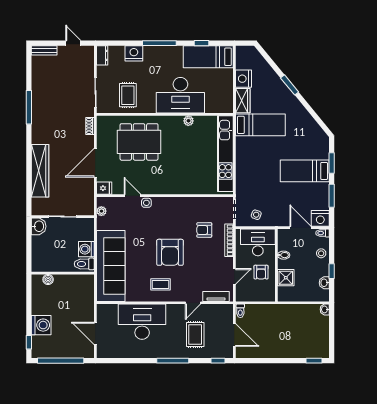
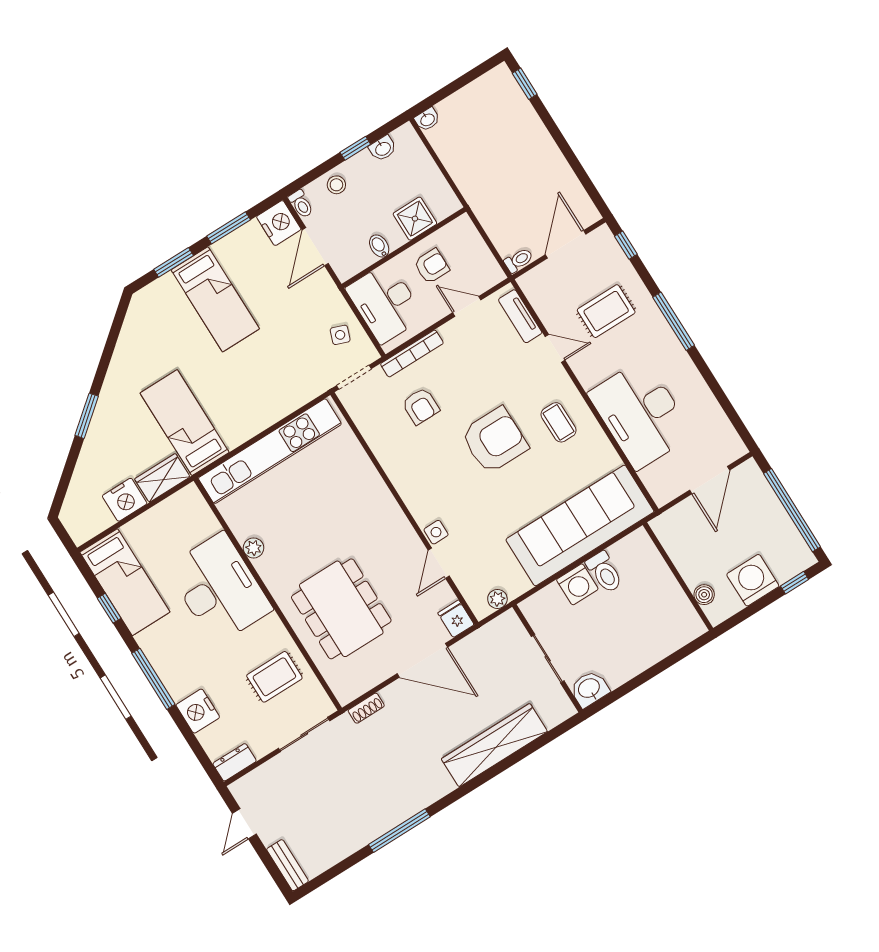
wall: (63, 273) -> (678, 576), moved
boiler: (48, 280) -> (704, 595), moved

